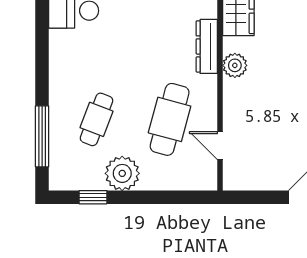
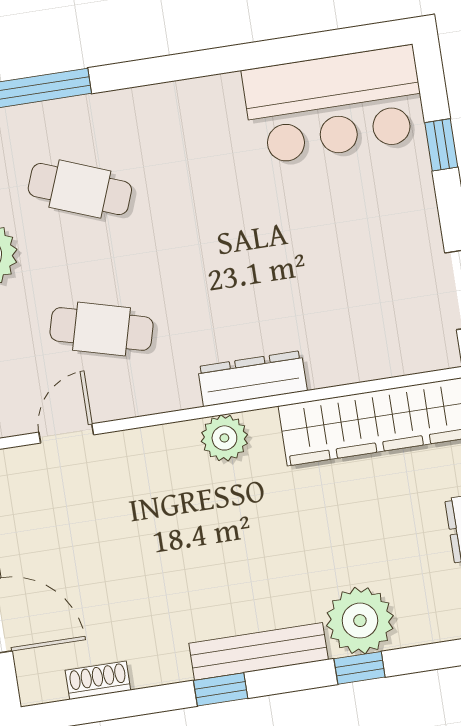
cafe table: (170, 119) -> (102, 329), width x0.73, depth x0.74

